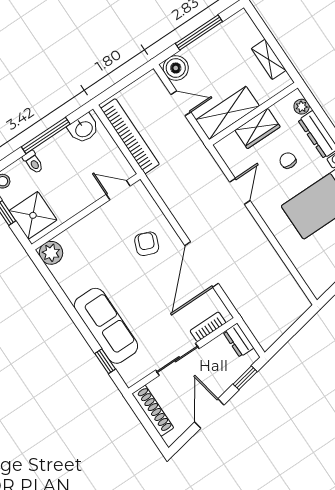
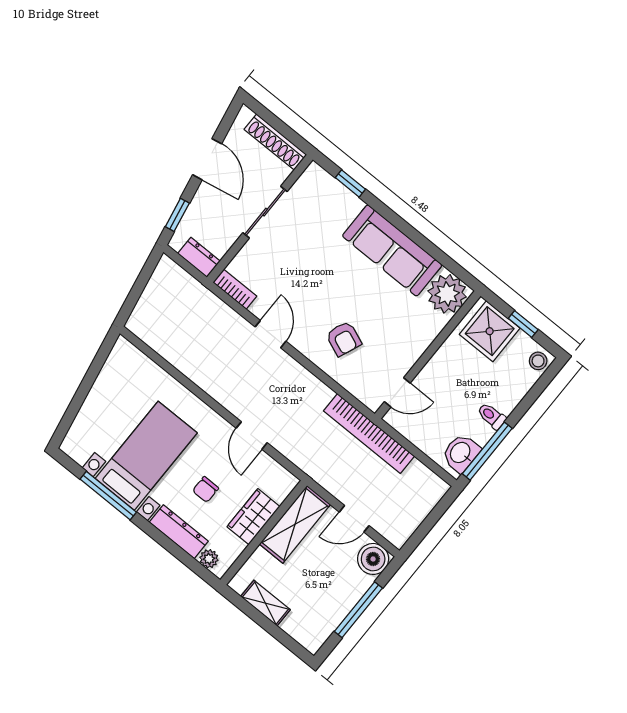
window: (46, 135) -> (487, 451), moved
bookcase: (130, 136) -> (369, 433), moved
chair: (288, 161) -> (206, 490), turned 90
toilet: (33, 162) -> (492, 416), moved
plant: (51, 253) -> (447, 294), width x1.36, depth x1.36
door: (202, 265) -> (270, 334), width x0.53
sofa: (106, 326) -> (392, 250), moved
bookcase: (208, 327) -> (235, 289), moved, turned -90

